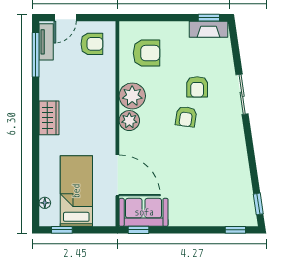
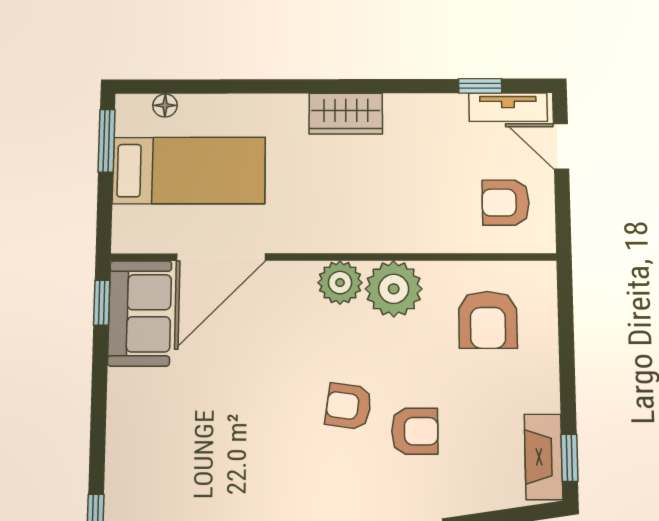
armchair: (92, 44) -> (506, 203), turned 90
window: (36, 55) -> (480, 86), width x0.46
armchair: (197, 87) -> (415, 431), turned 180
window: (62, 230) -> (107, 141), width x1.50

